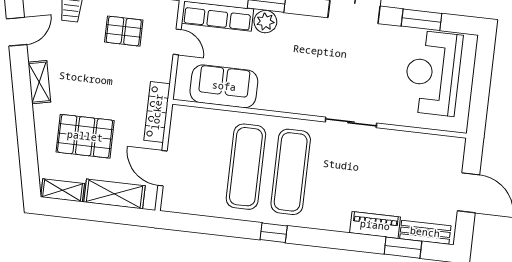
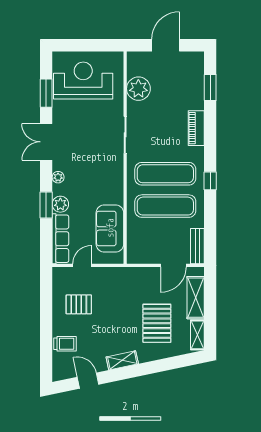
plant: (303, 23) -> (58, 177), added
pallet: (124, 31) -> (79, 304), turned 90
reception desk: (433, 73) -> (83, 81), turned 180
locker: (157, 112) -> (134, 274), removed
plant: (413, 148) -> (138, 89), added
piano: (375, 225) -> (196, 128), moved
bench: (425, 232) -> (197, 246), moved

